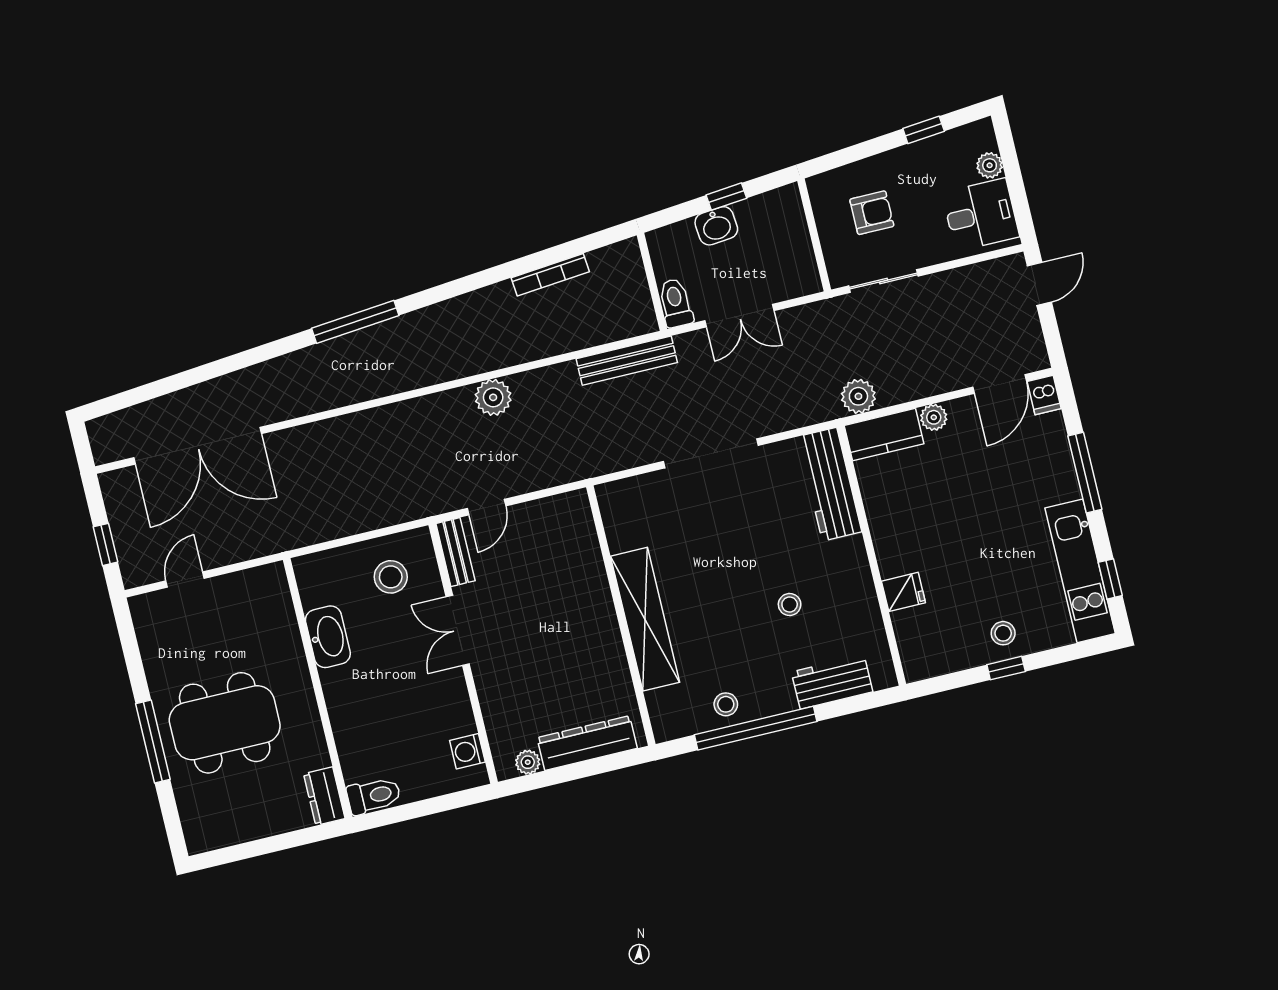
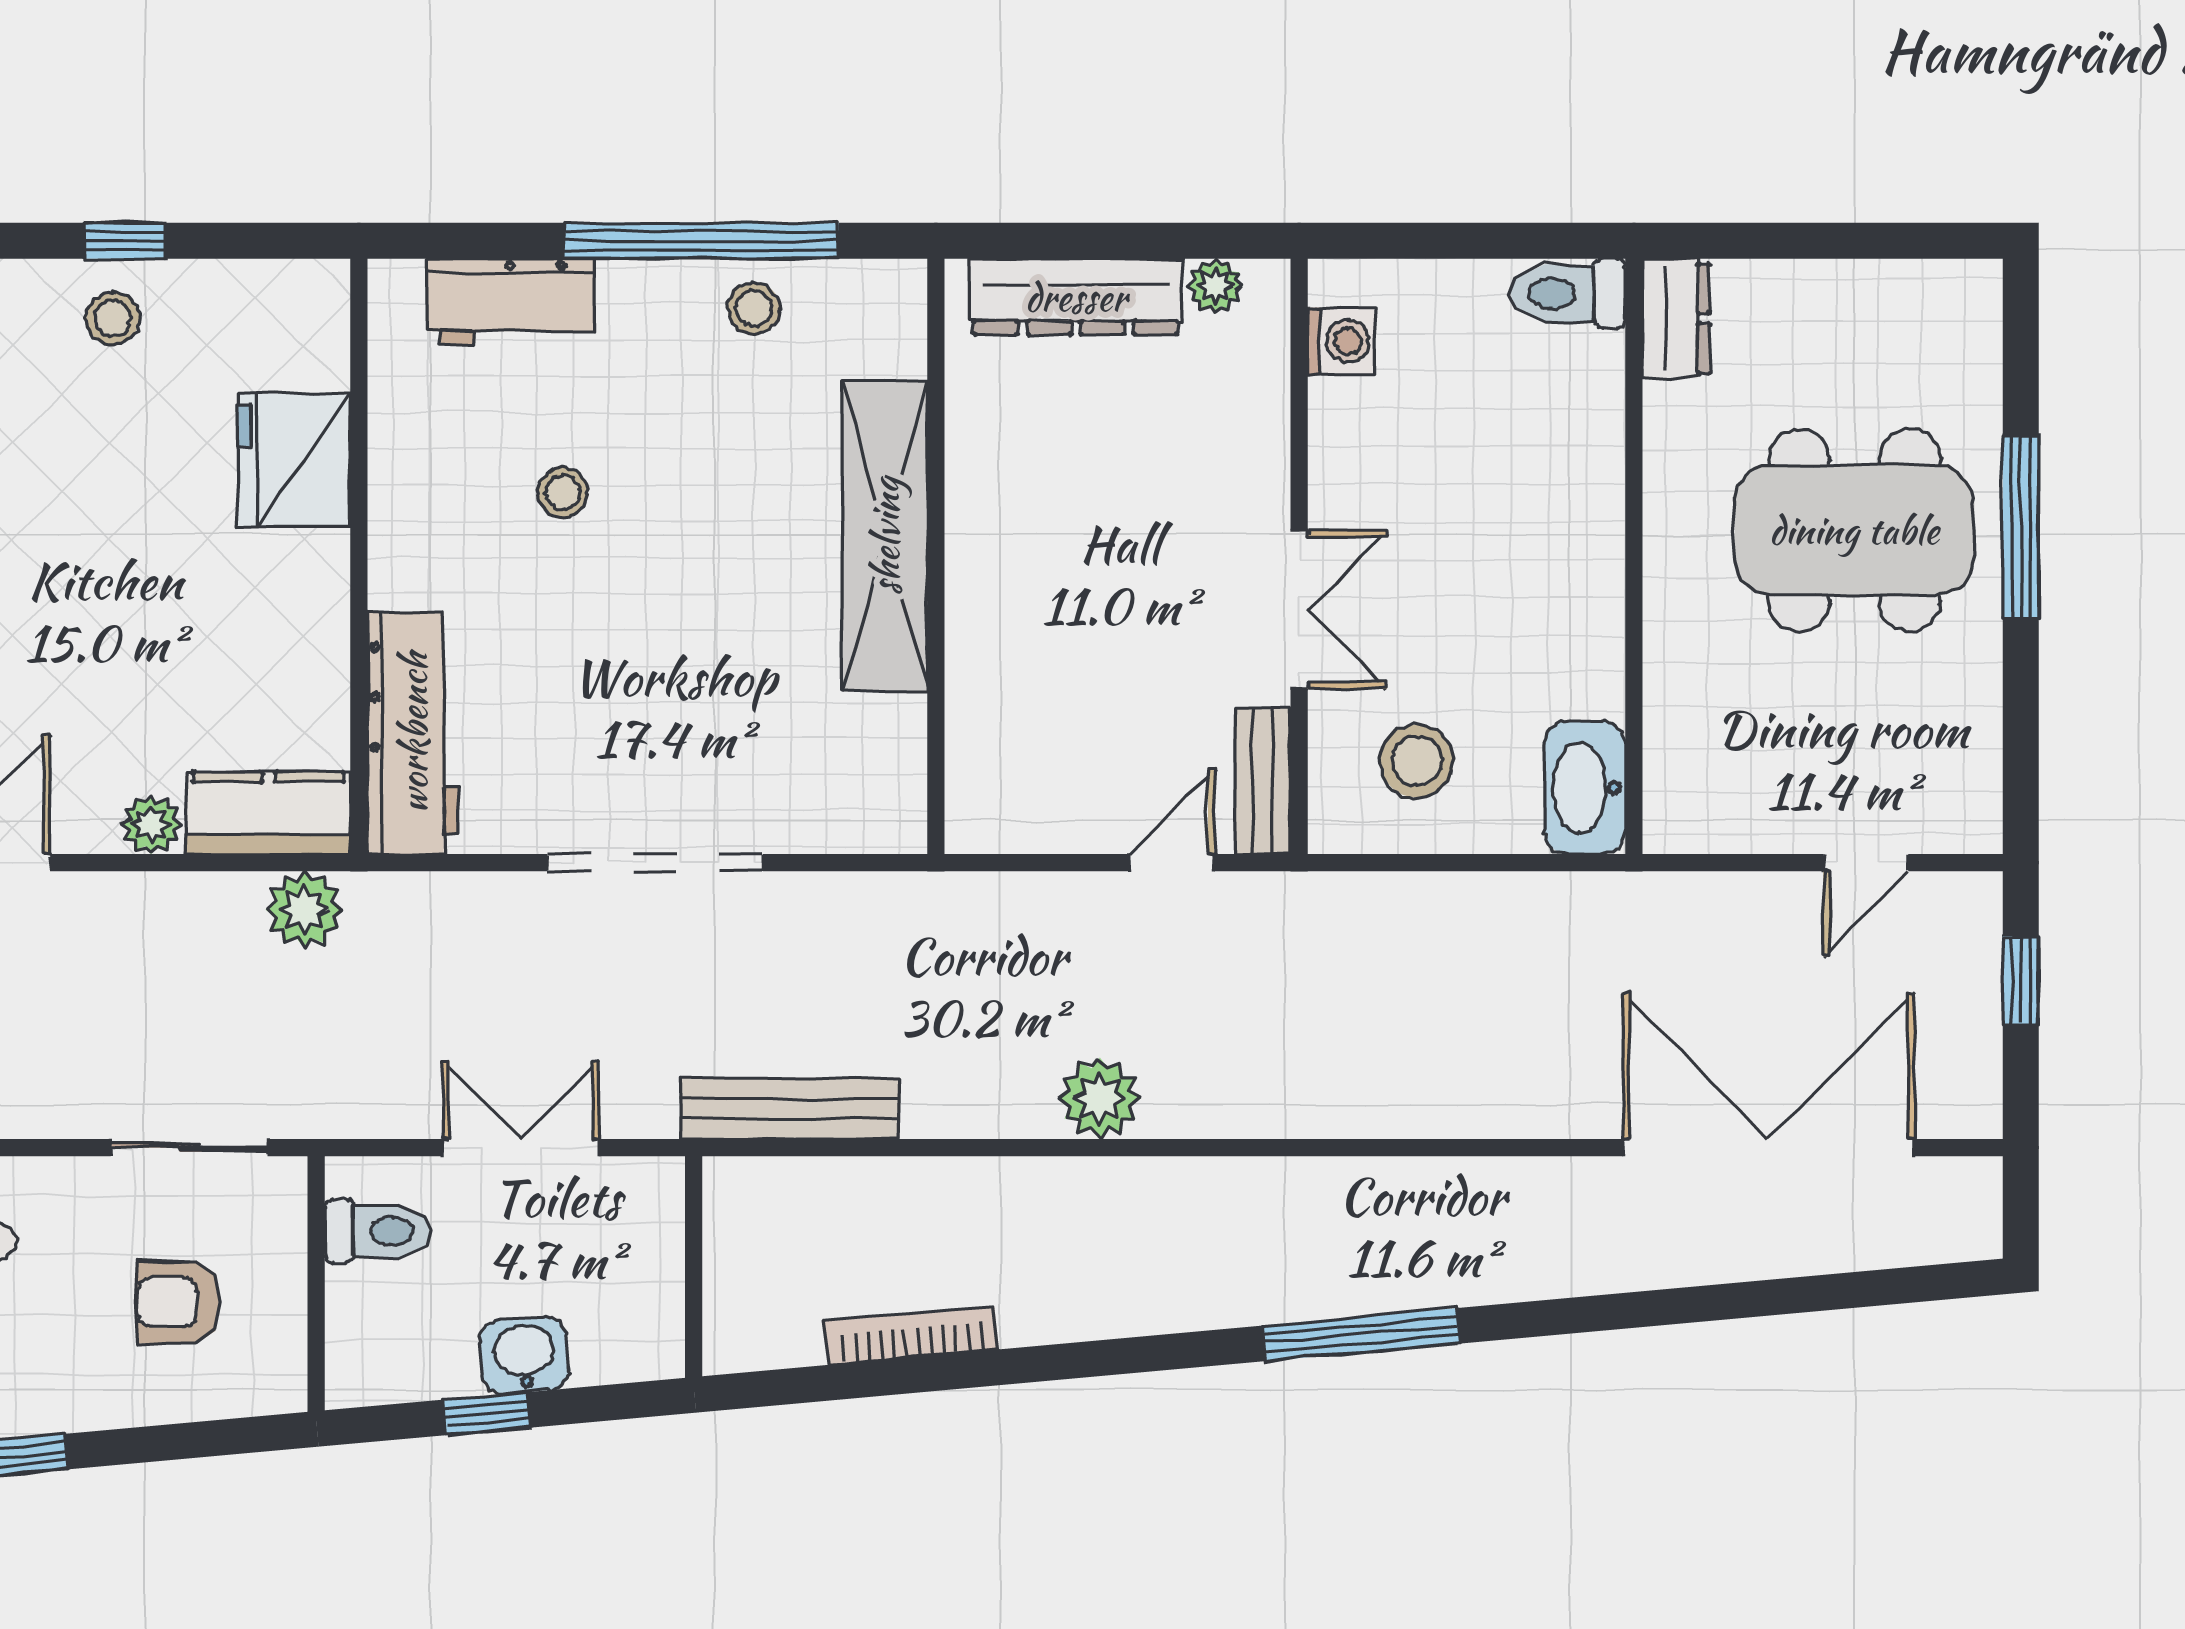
toilet: (676, 303) -> (377, 1231), moved, turned -90
fridge: (903, 592) -> (294, 460), width x1.88, depth x1.34
washbasin: (328, 637) -> (1585, 788), moved

